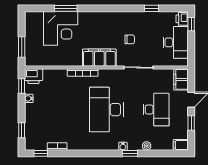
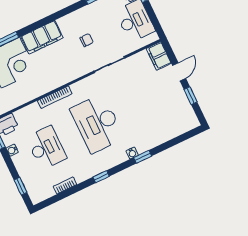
filing cabinet: (99, 58) -> (42, 37), moved, turned 180
desk: (156, 110) -> (46, 148), moved
filing cabinet: (181, 145) -> (191, 123), removed
plant: (147, 146) -> (156, 141), removed
window: (41, 153) -> (101, 177), moved

